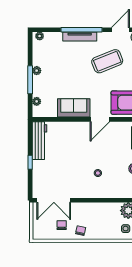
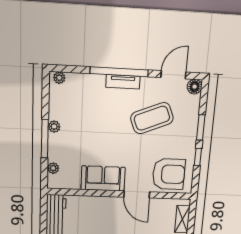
tv unit: (80, 36) -> (123, 82), width x0.71
door: (100, 119) -> (137, 194), hinge flipped

